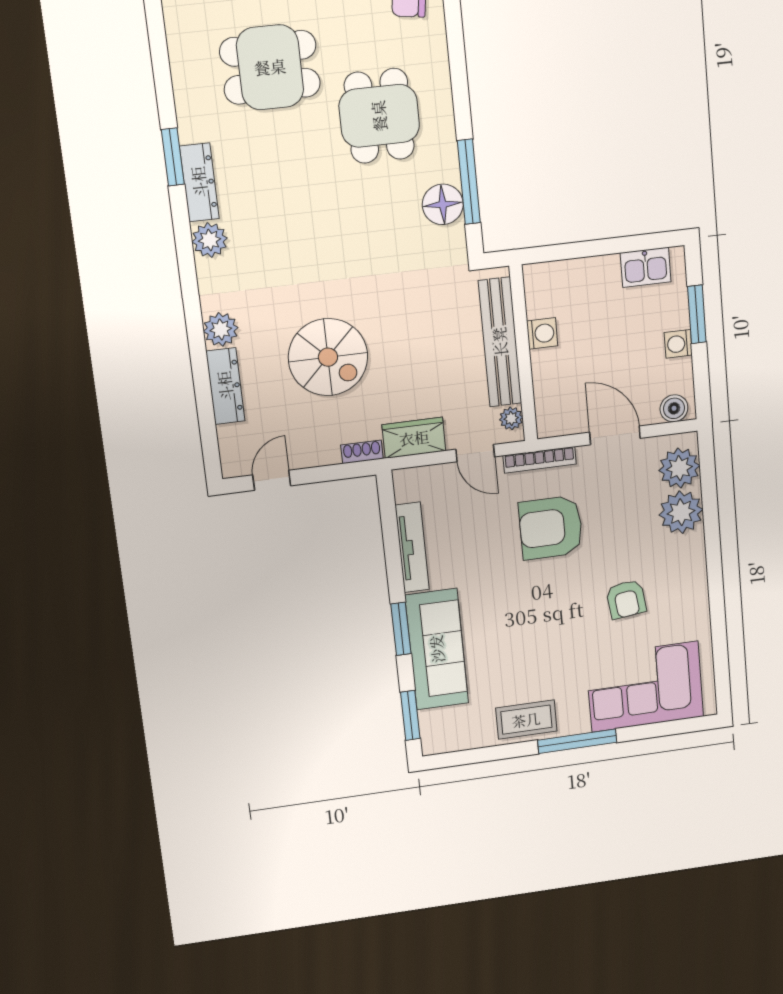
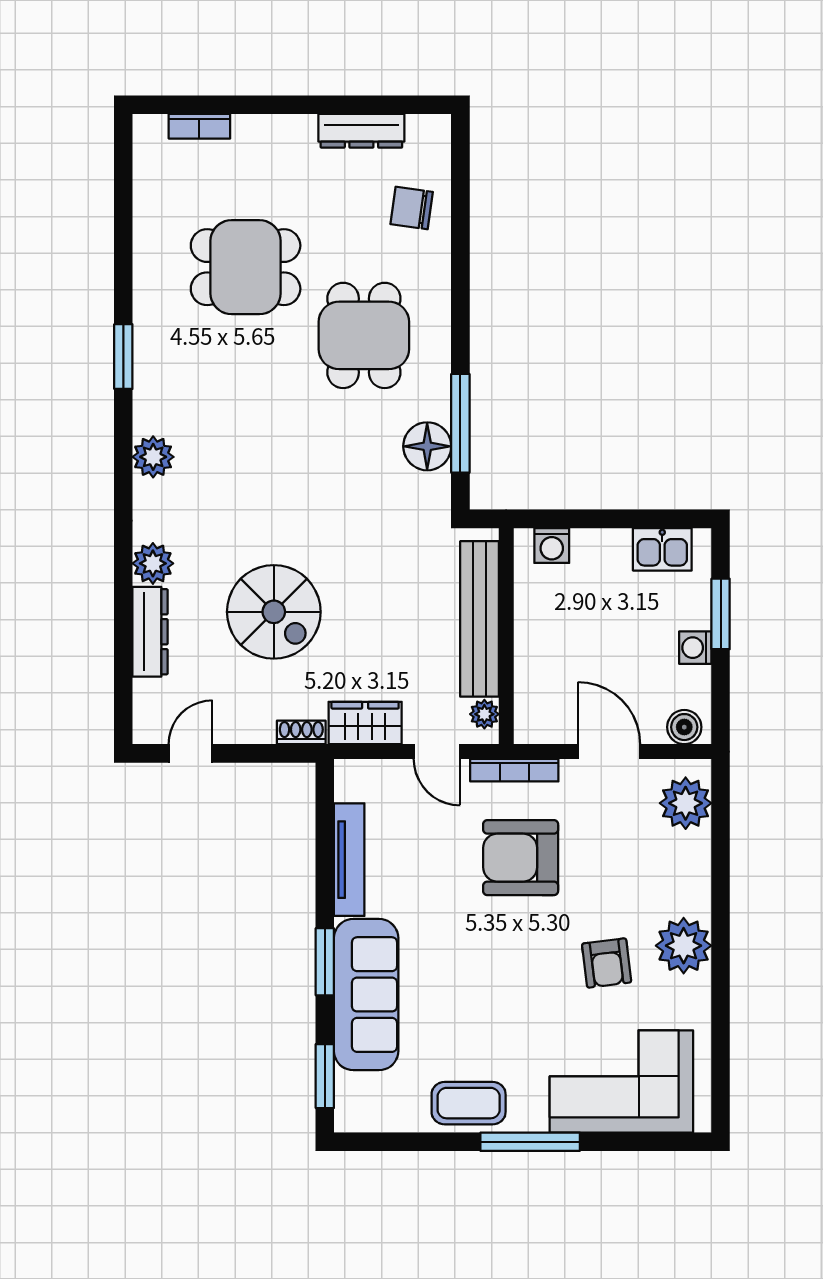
dresser: (199, 182) -> (150, 389), removed
washing machine: (542, 333) -> (552, 545), moved, turned 90
plant: (681, 512) -> (684, 946), moved

